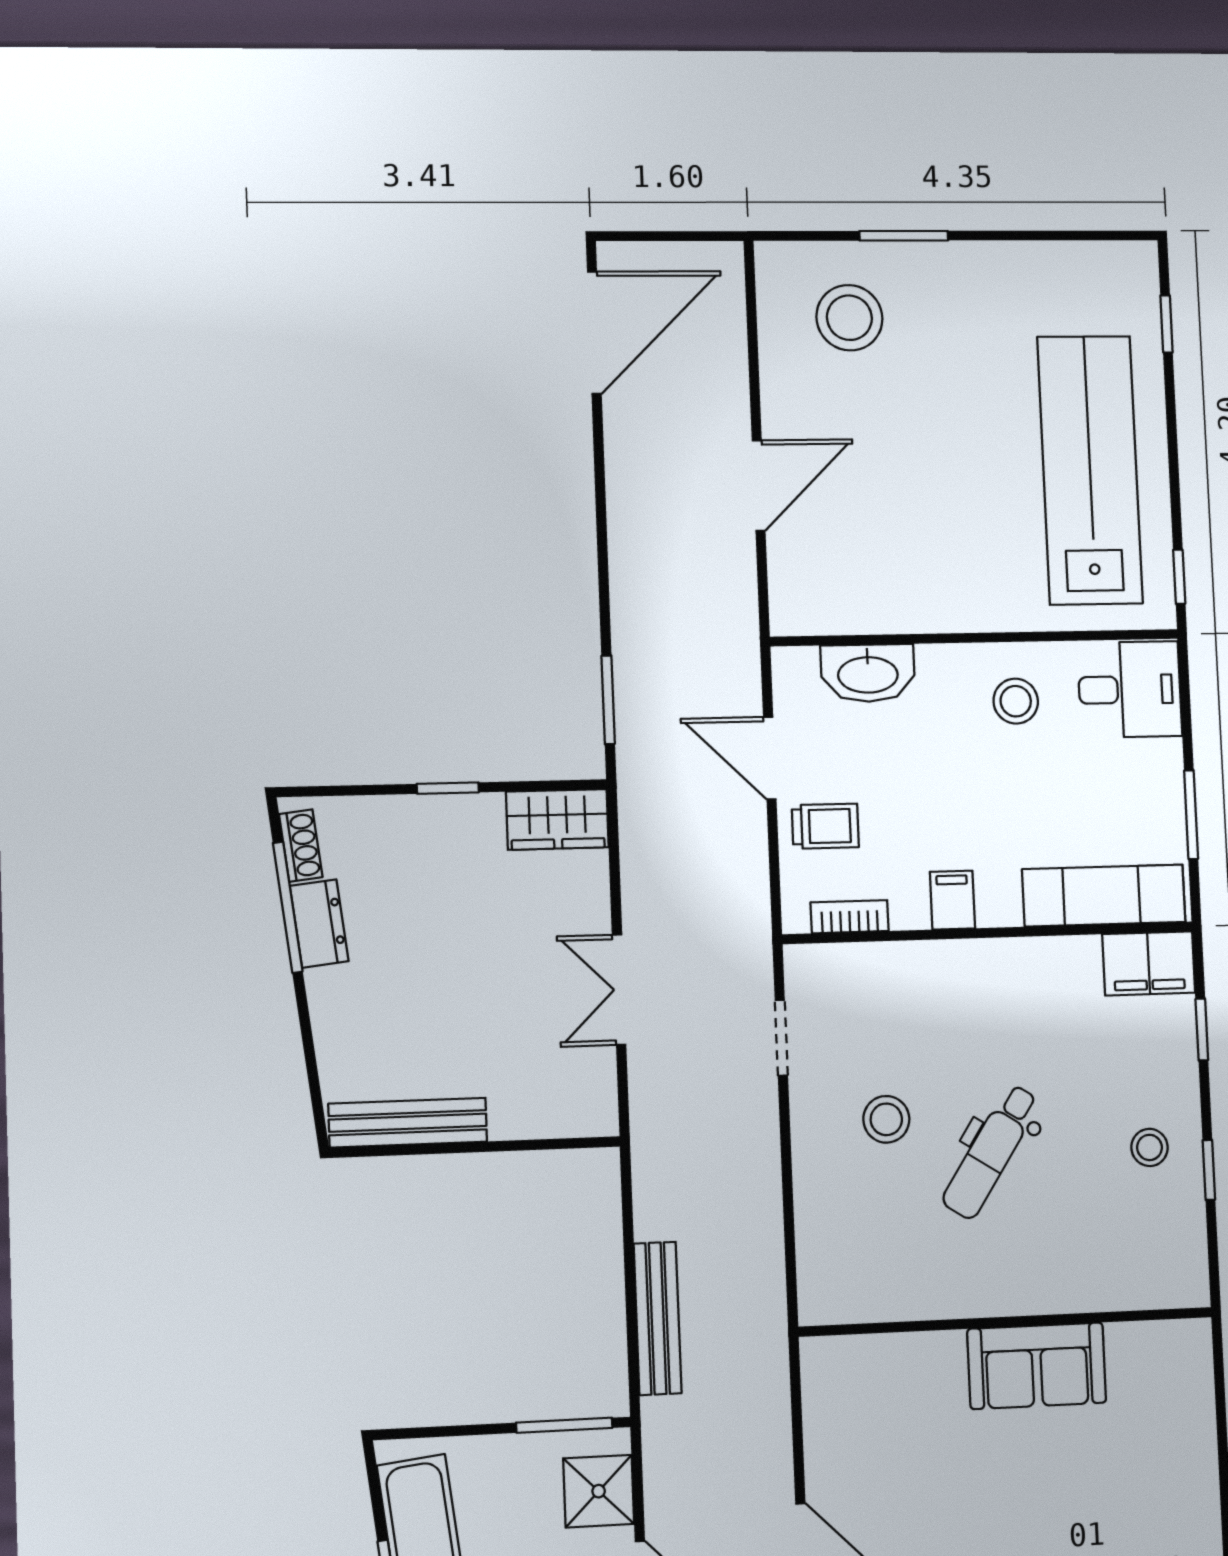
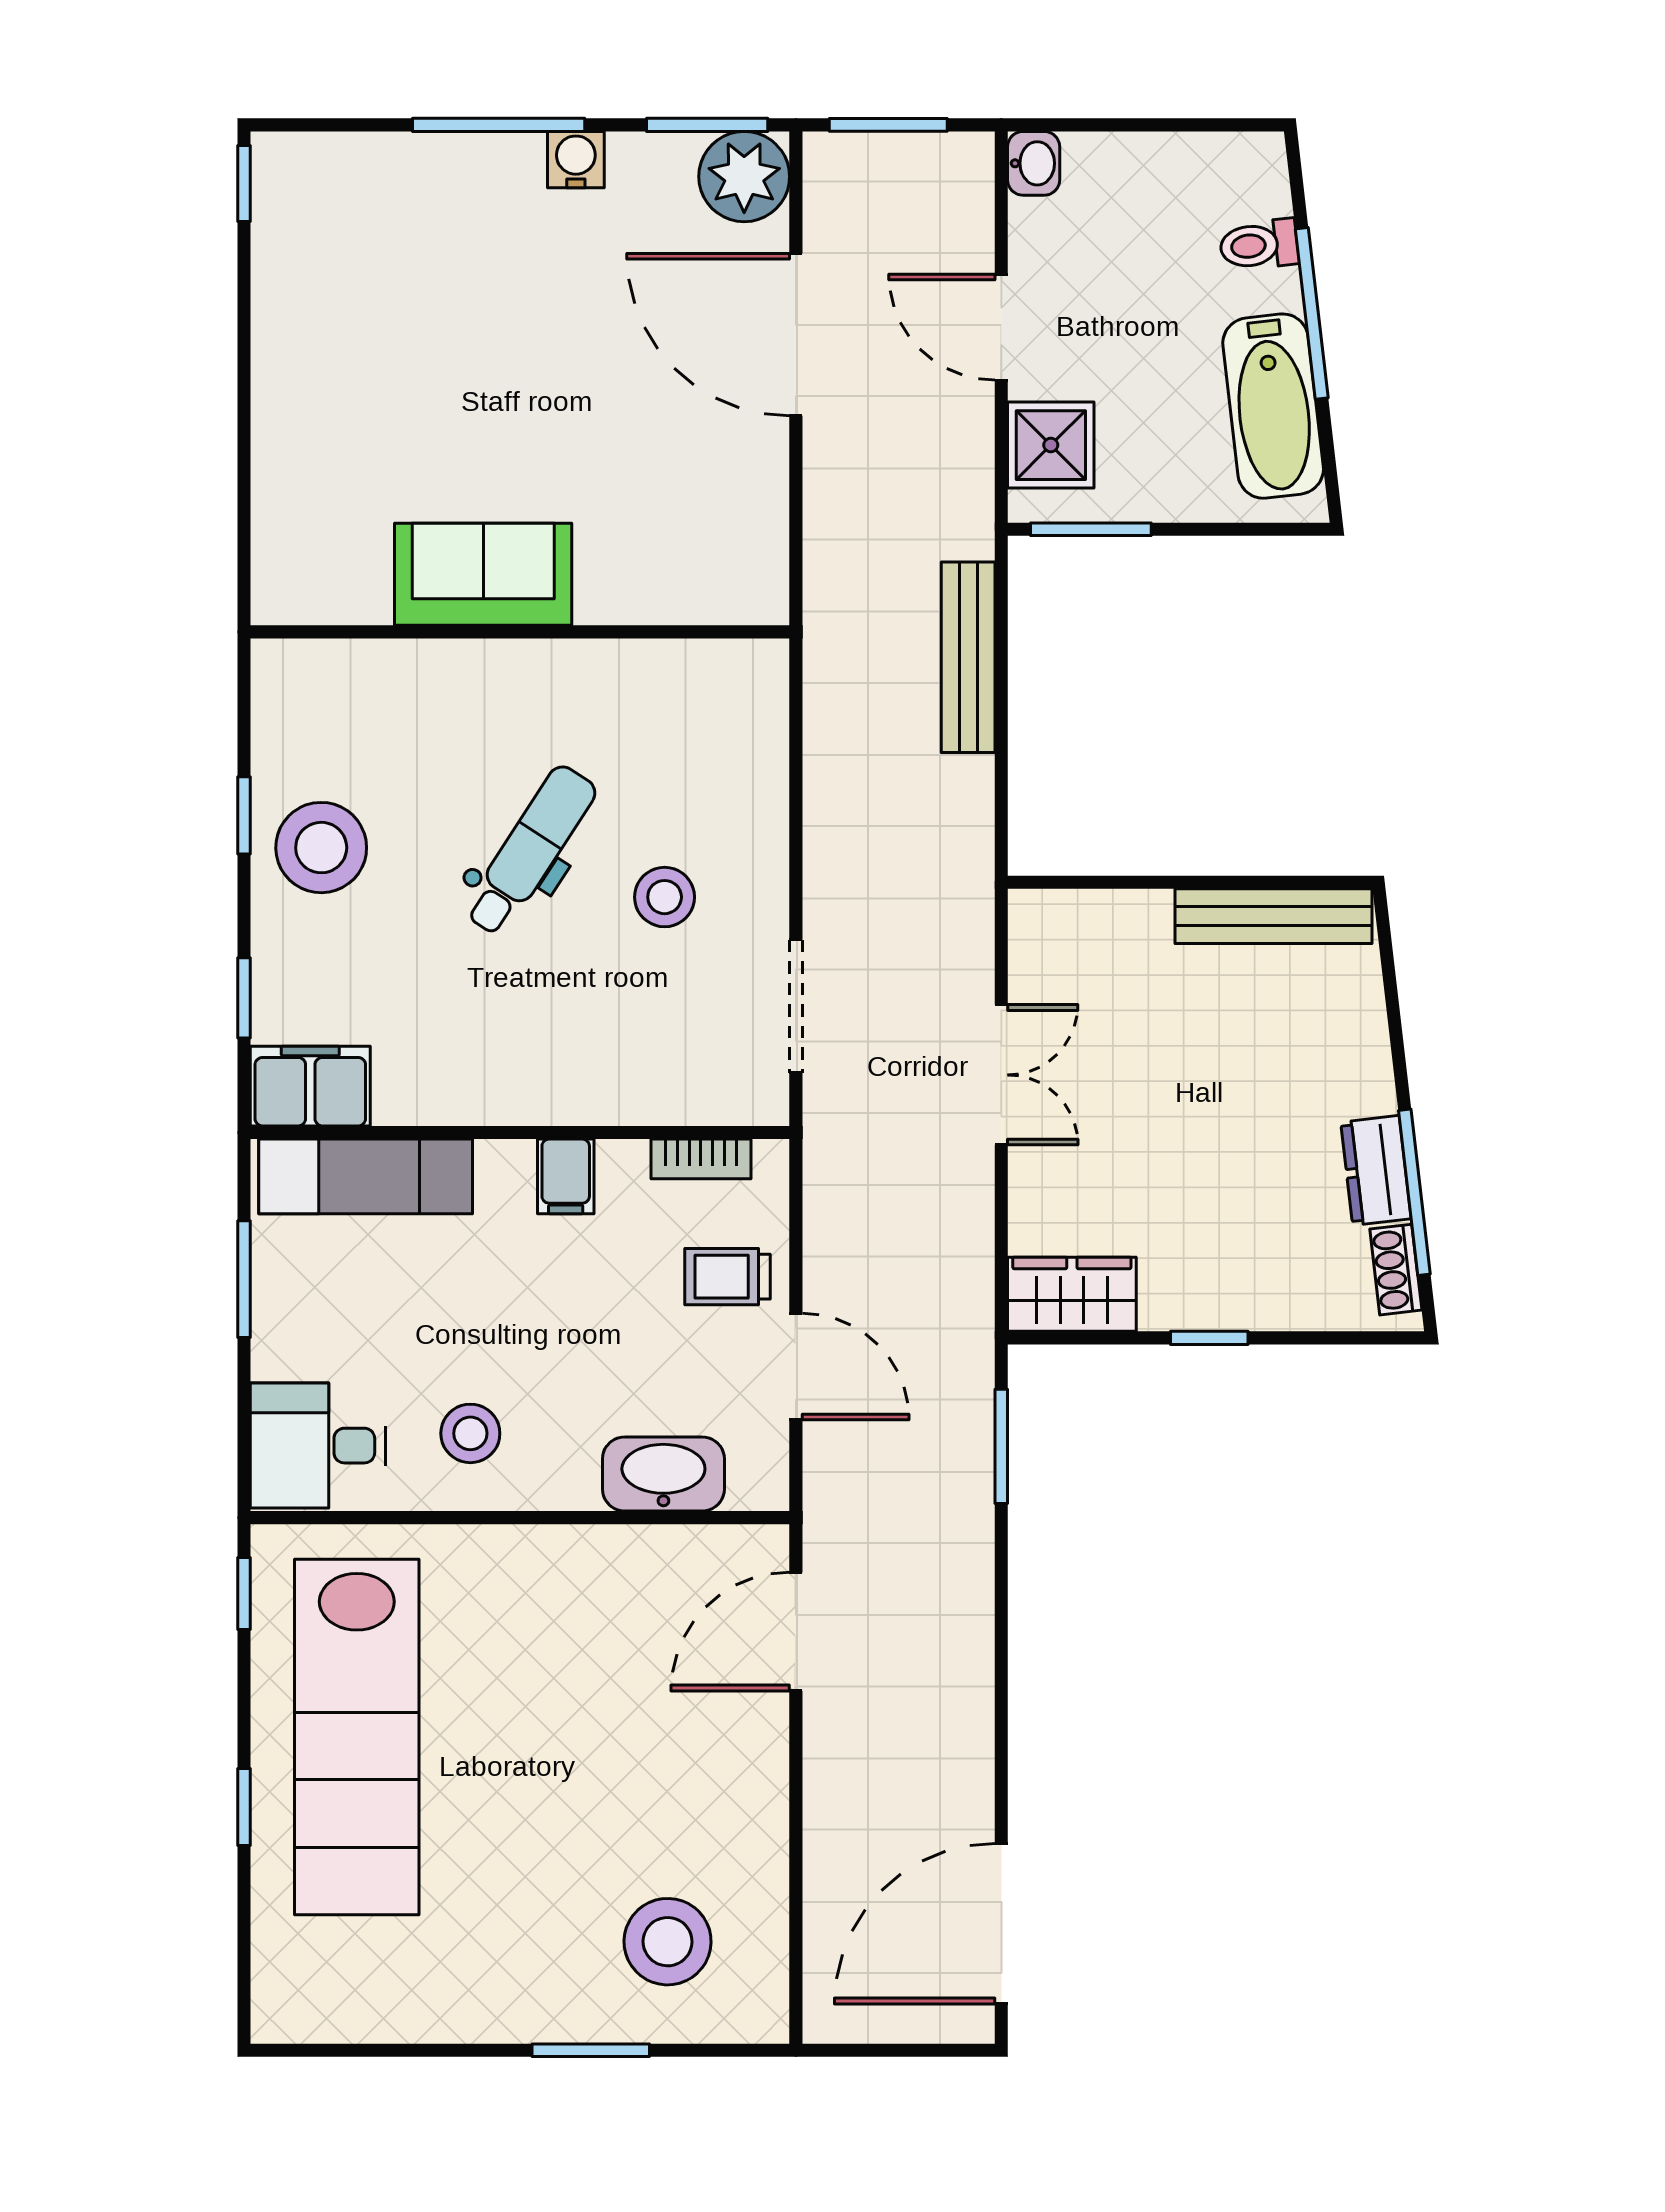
window: (1167, 324) -> (244, 1807), moved
door: (759, 485) -> (796, 1632), moved
doorway: (781, 1038) -> (796, 1006), width x1.38
stool: (1150, 1147) -> (321, 848), width x1.89, depth x1.89

